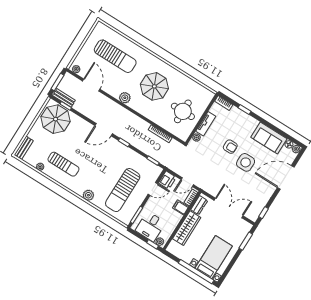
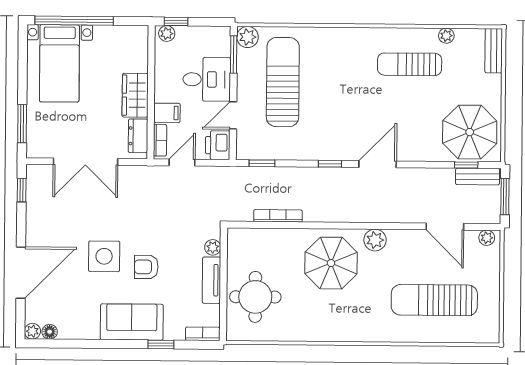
parasol: (154, 86) -> (331, 263), moved
round table: (183, 111) -> (255, 297), moved
sofa: (269, 138) -> (132, 322), moved
plant: (88, 195) -> (248, 37), moved
desk: (150, 226) -> (207, 79), moved, turned 90
wardrobe: (187, 228) -> (135, 95), width x0.67

